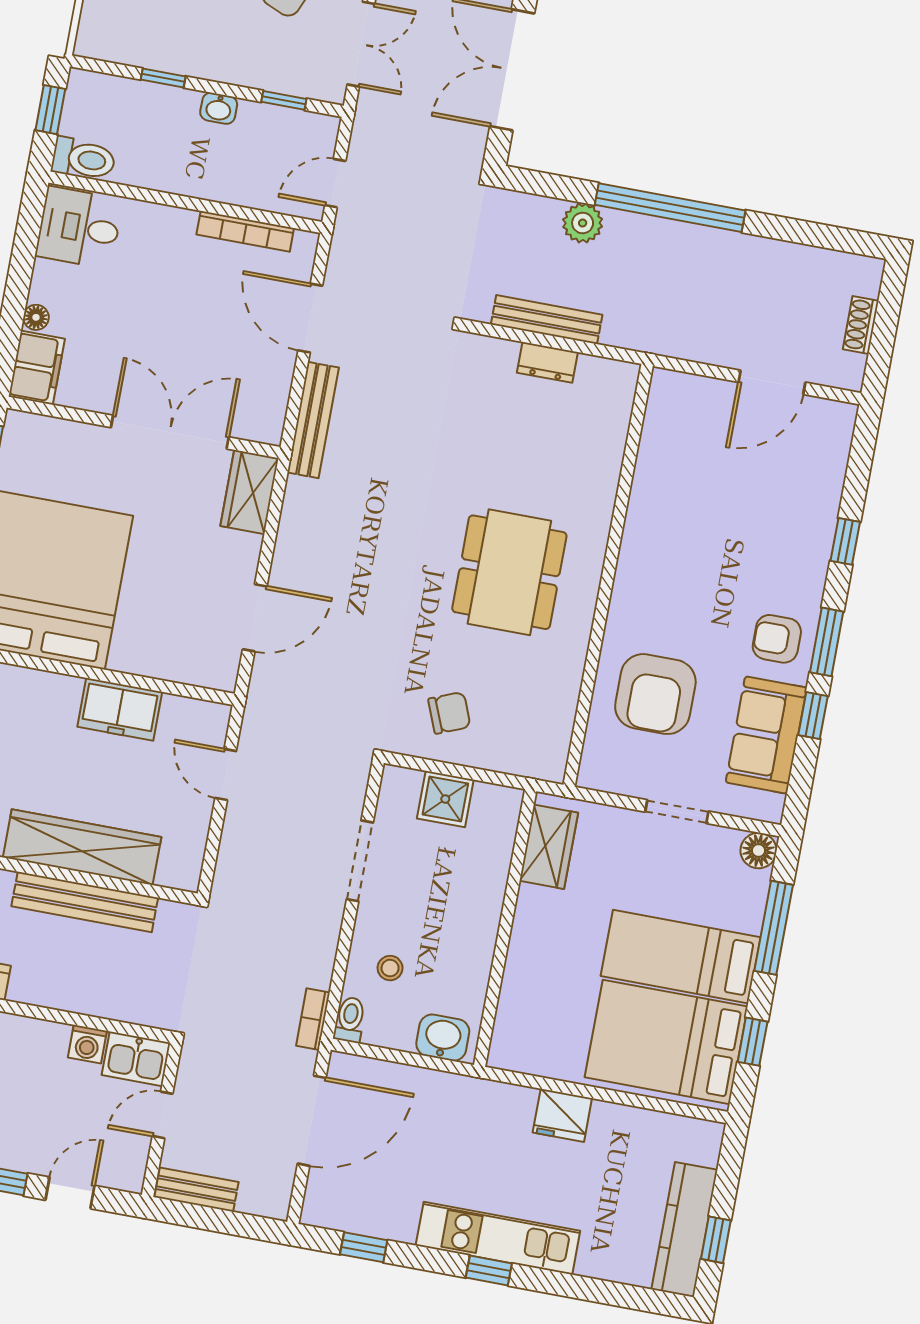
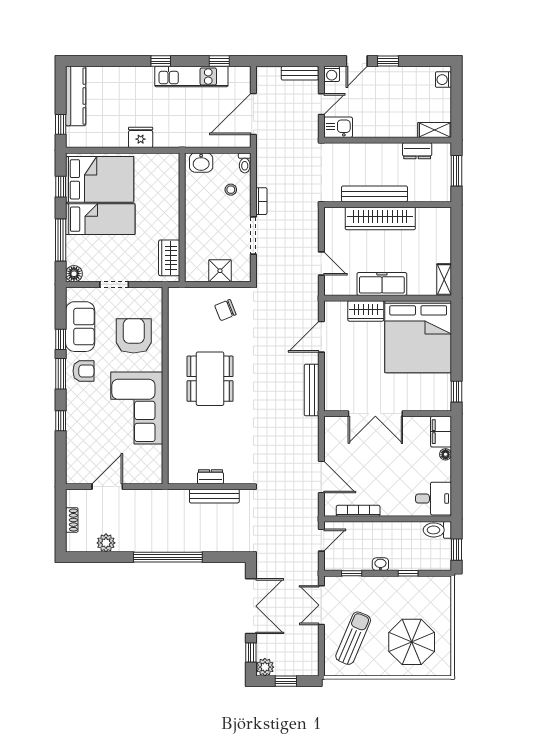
plant: (583, 223) -> (106, 543), moved
bench: (313, 420) -> (312, 390), moved
wardrobe: (249, 492) -> (366, 311), moved, turned 90
corner sofa: (678, 539) -> (137, 408), added
freezer: (120, 709) -> (382, 284), width x1.40
bookcase: (313, 1019) -> (261, 201), moved
washing machine: (87, 1044) -> (332, 74), moved, turned 180
kitchen unit: (498, 1238) -> (191, 76), moved
window: (716, 1240) -> (61, 124), moved

